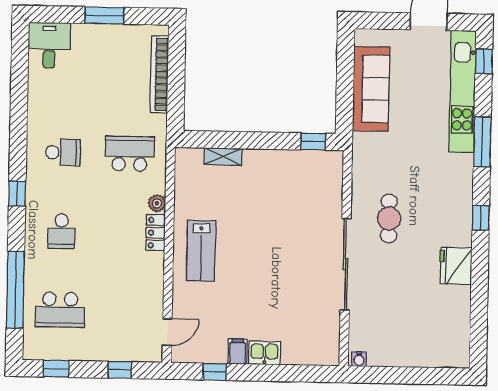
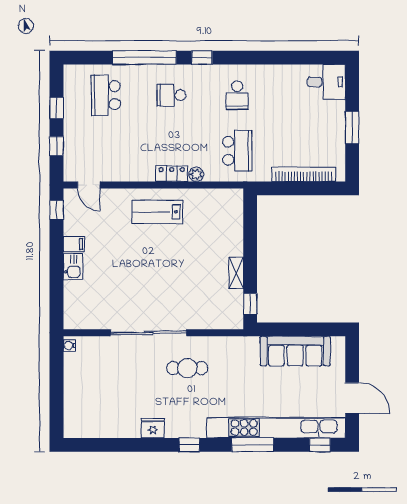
kitchen unit: (463, 91) -> (276, 428), width x1.36
shelving: (223, 157) -> (236, 273), moved
fridge: (456, 266) -> (153, 428), width x0.73, depth x0.75
window: (15, 290) -> (144, 58), moved
window: (56, 369) -> (57, 108), moved
window: (215, 372) -> (57, 210), moved

